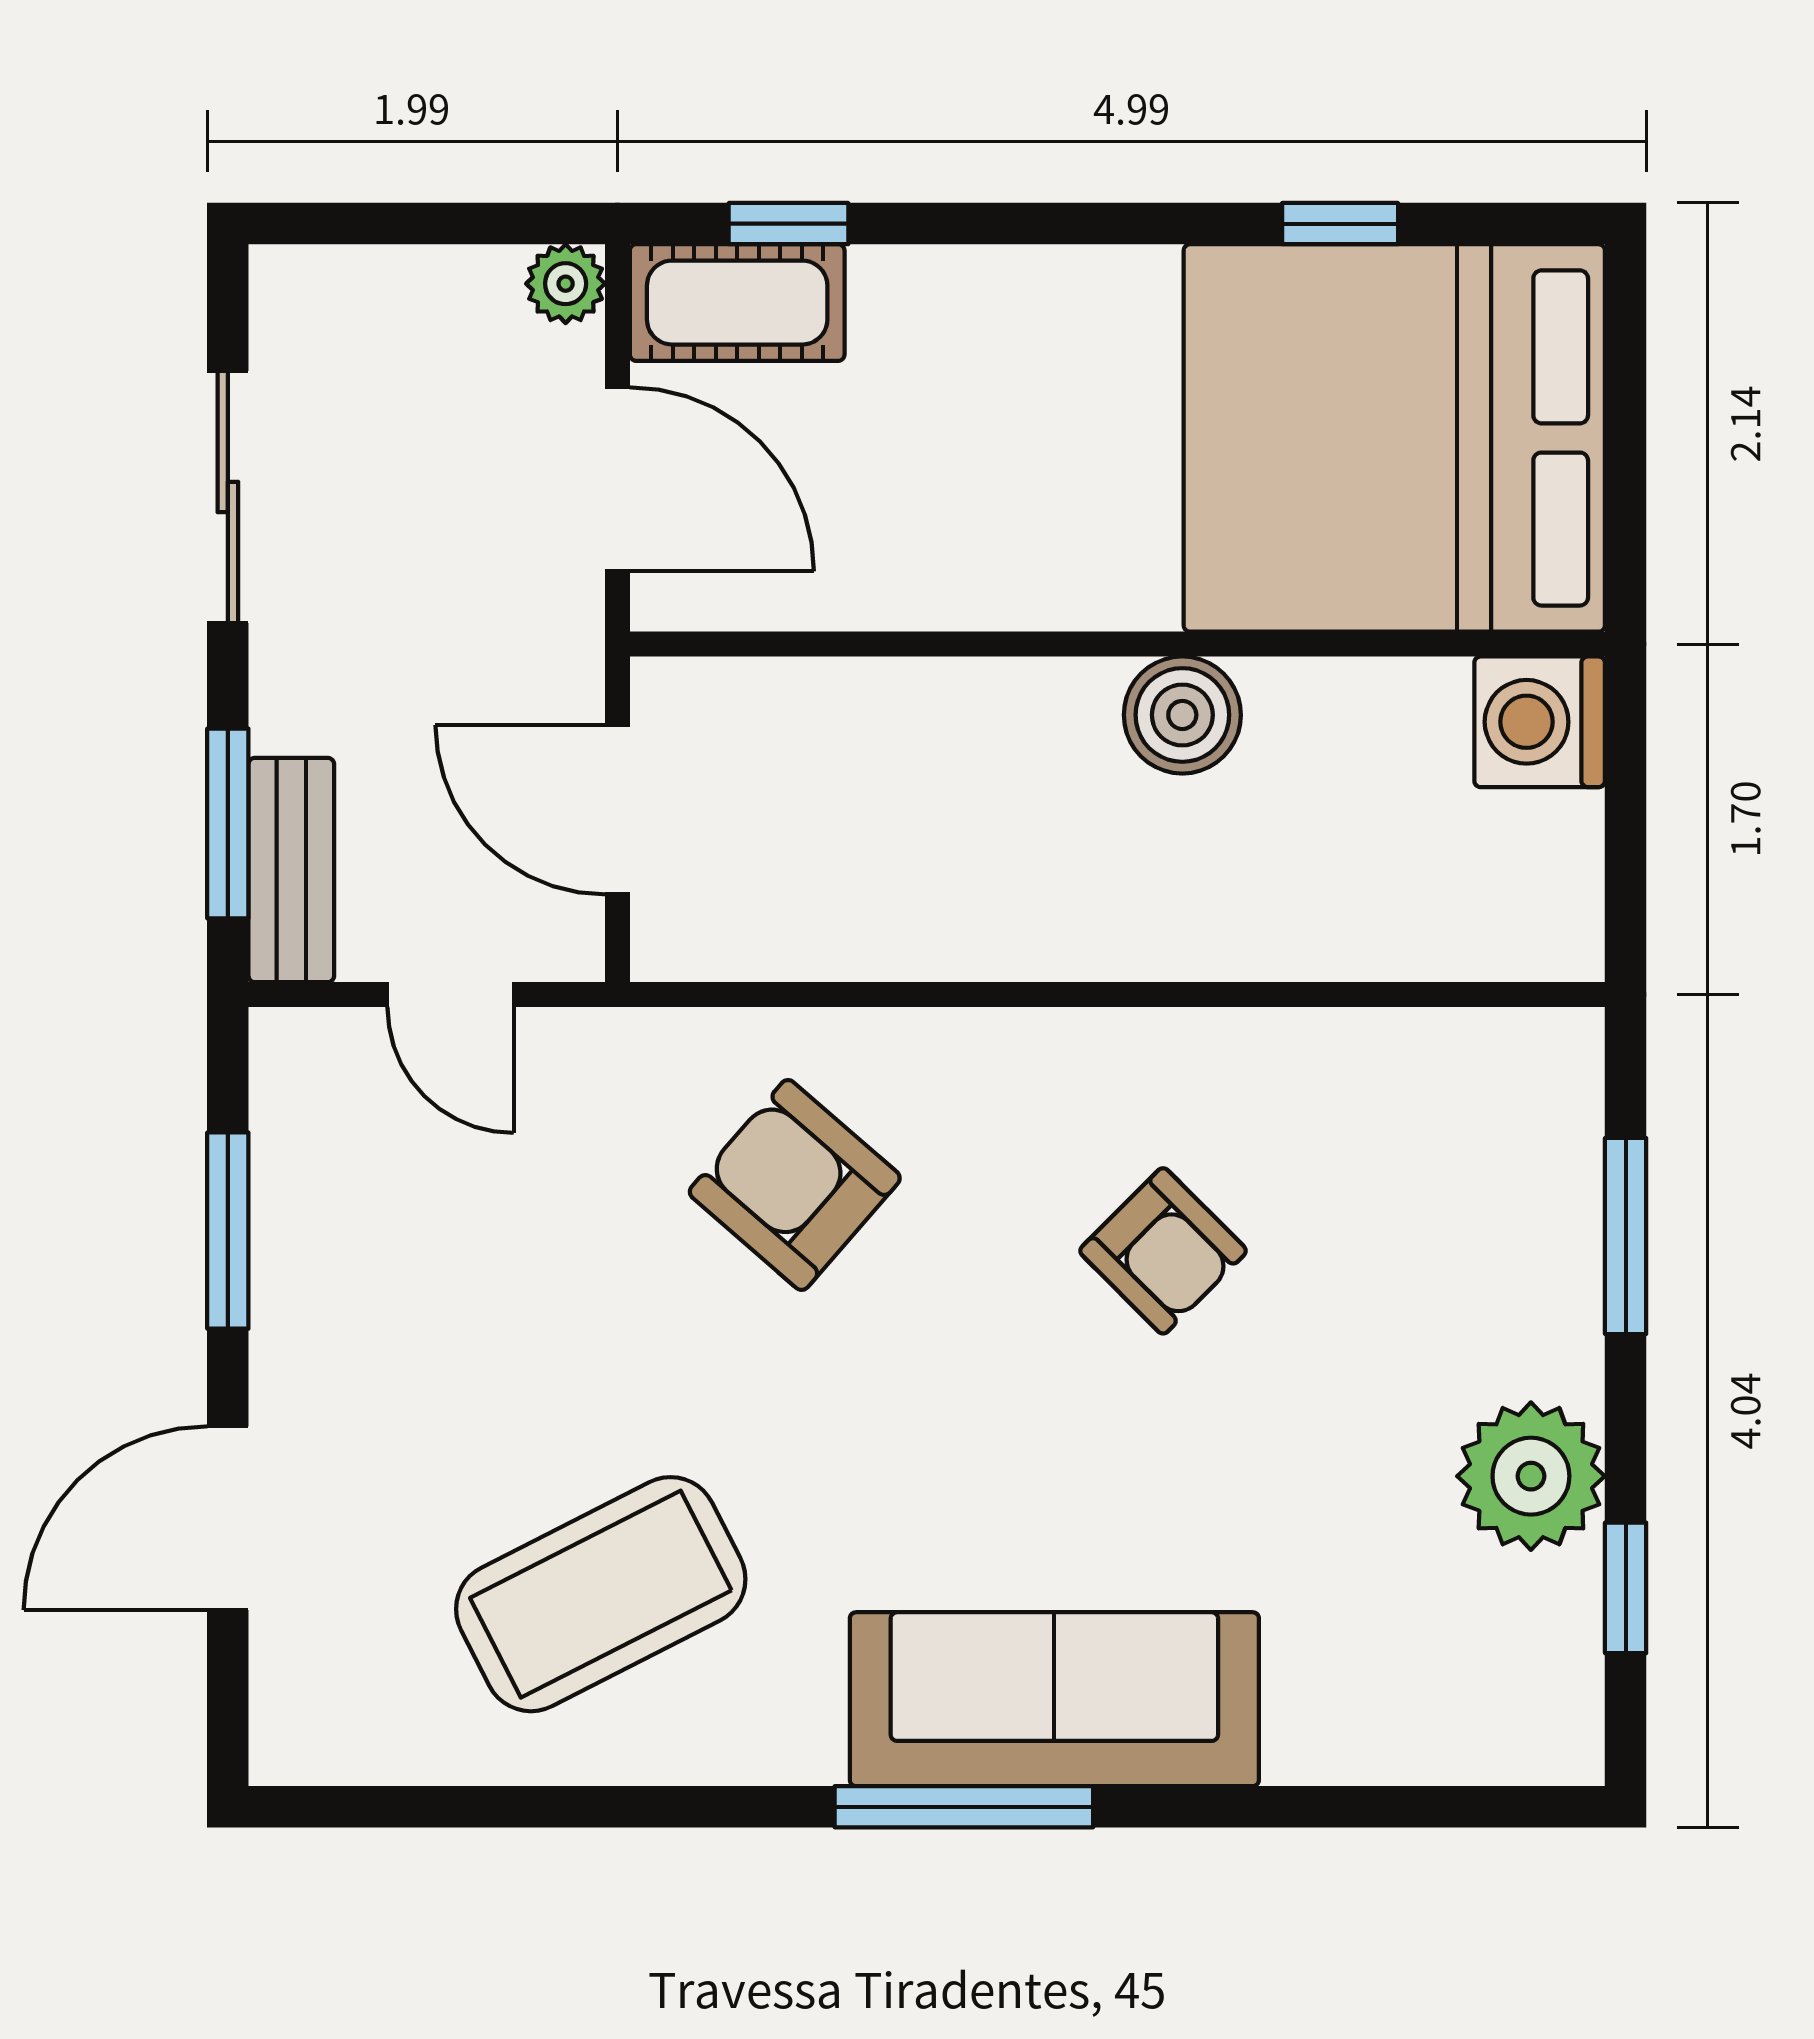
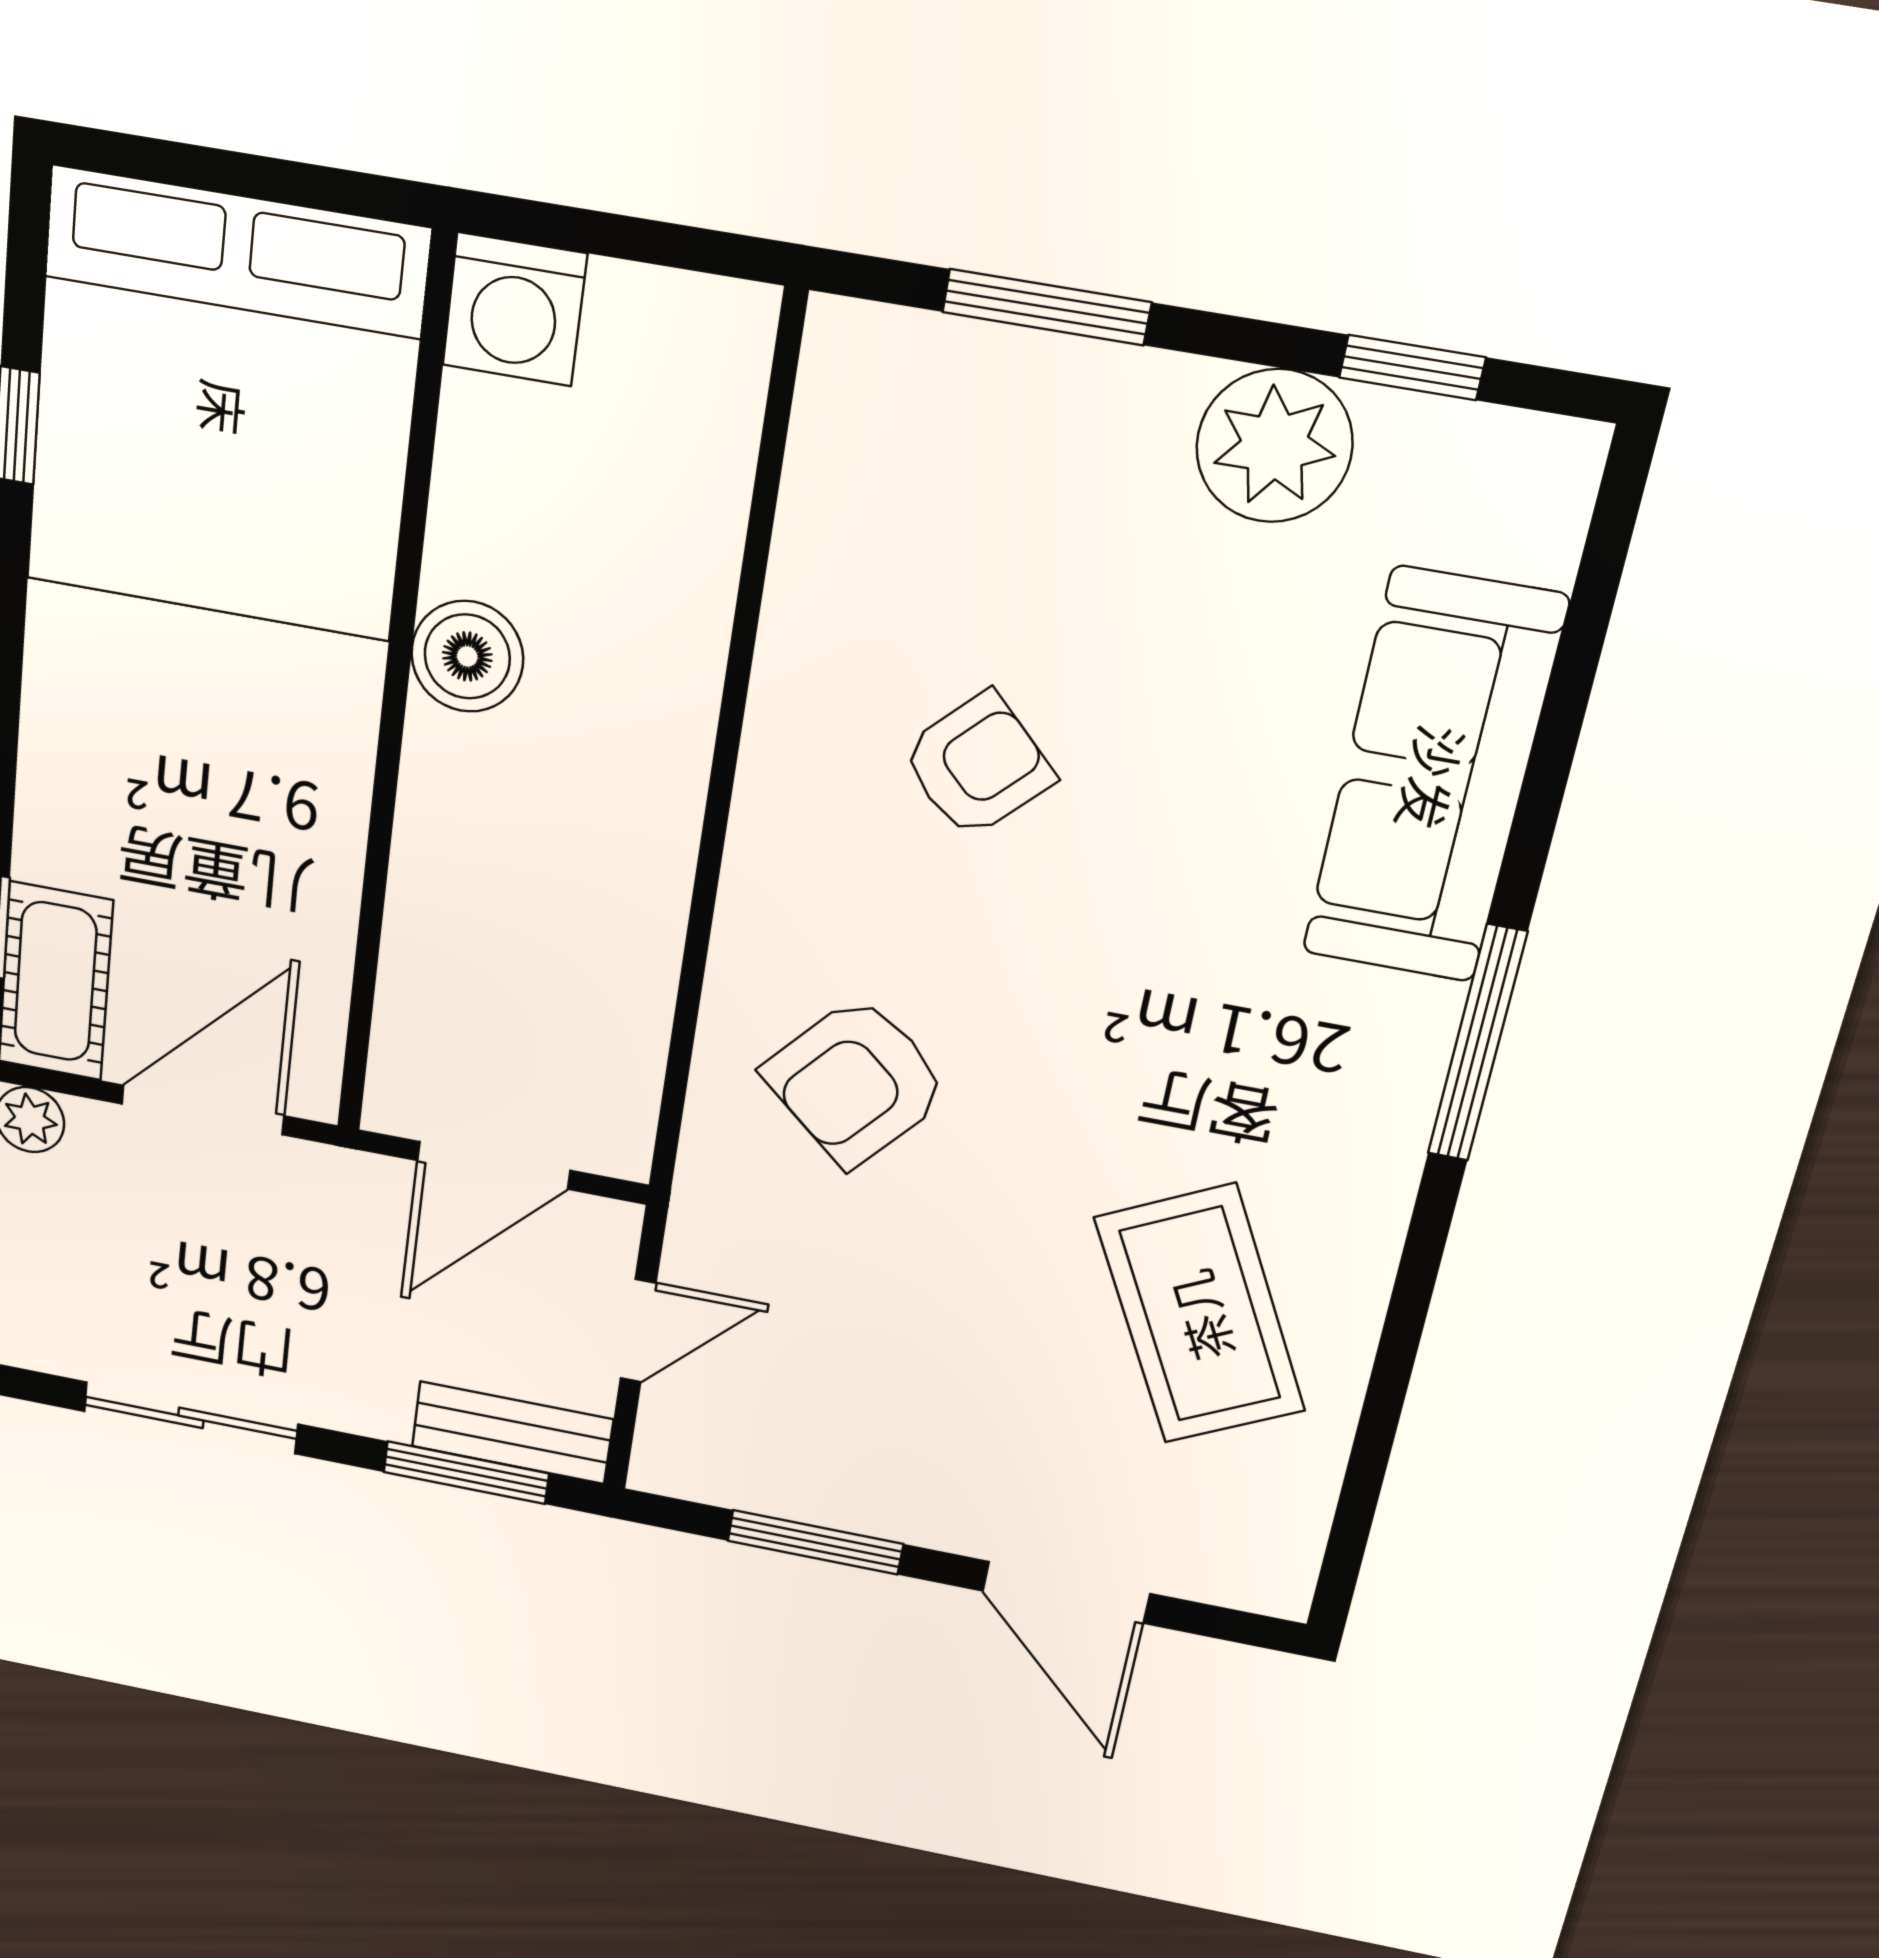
sofa: (1054, 1699) -> (1433, 778), moved

